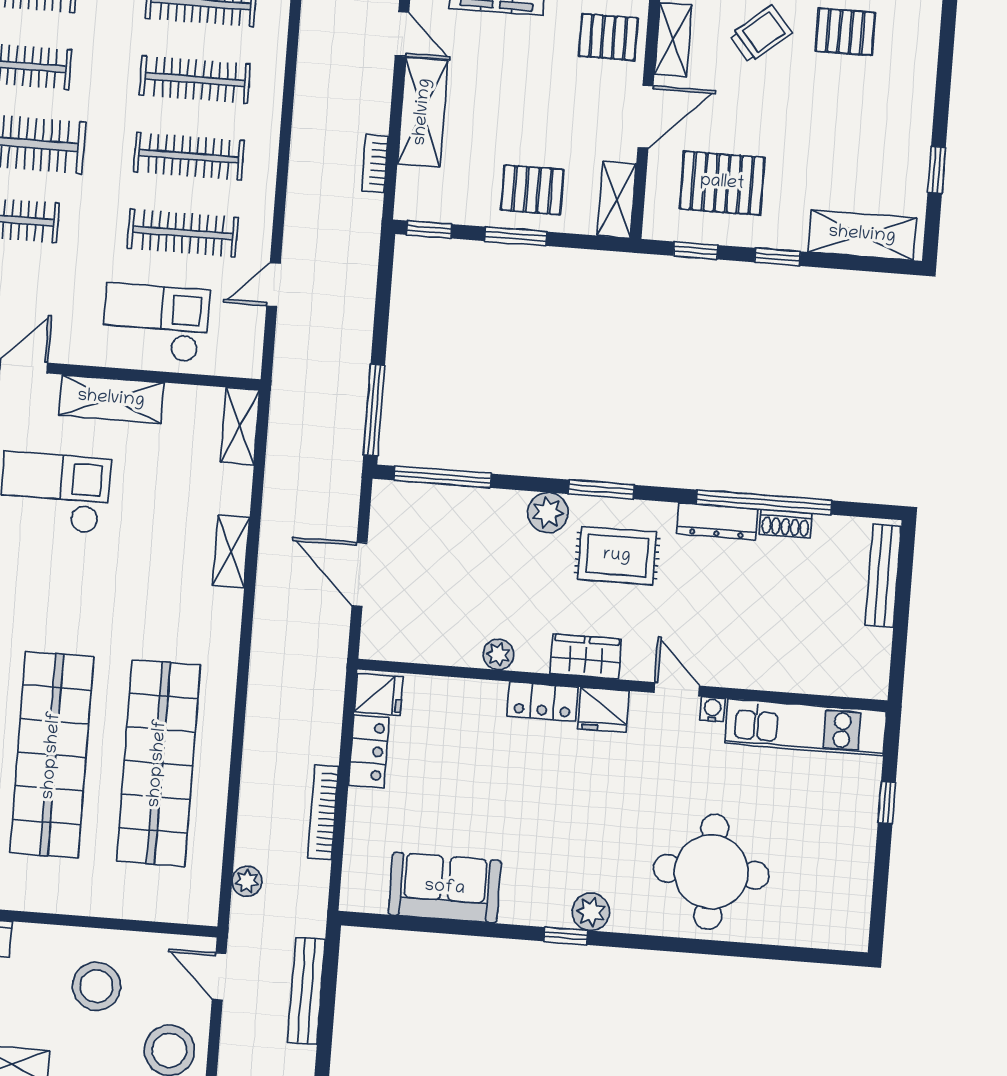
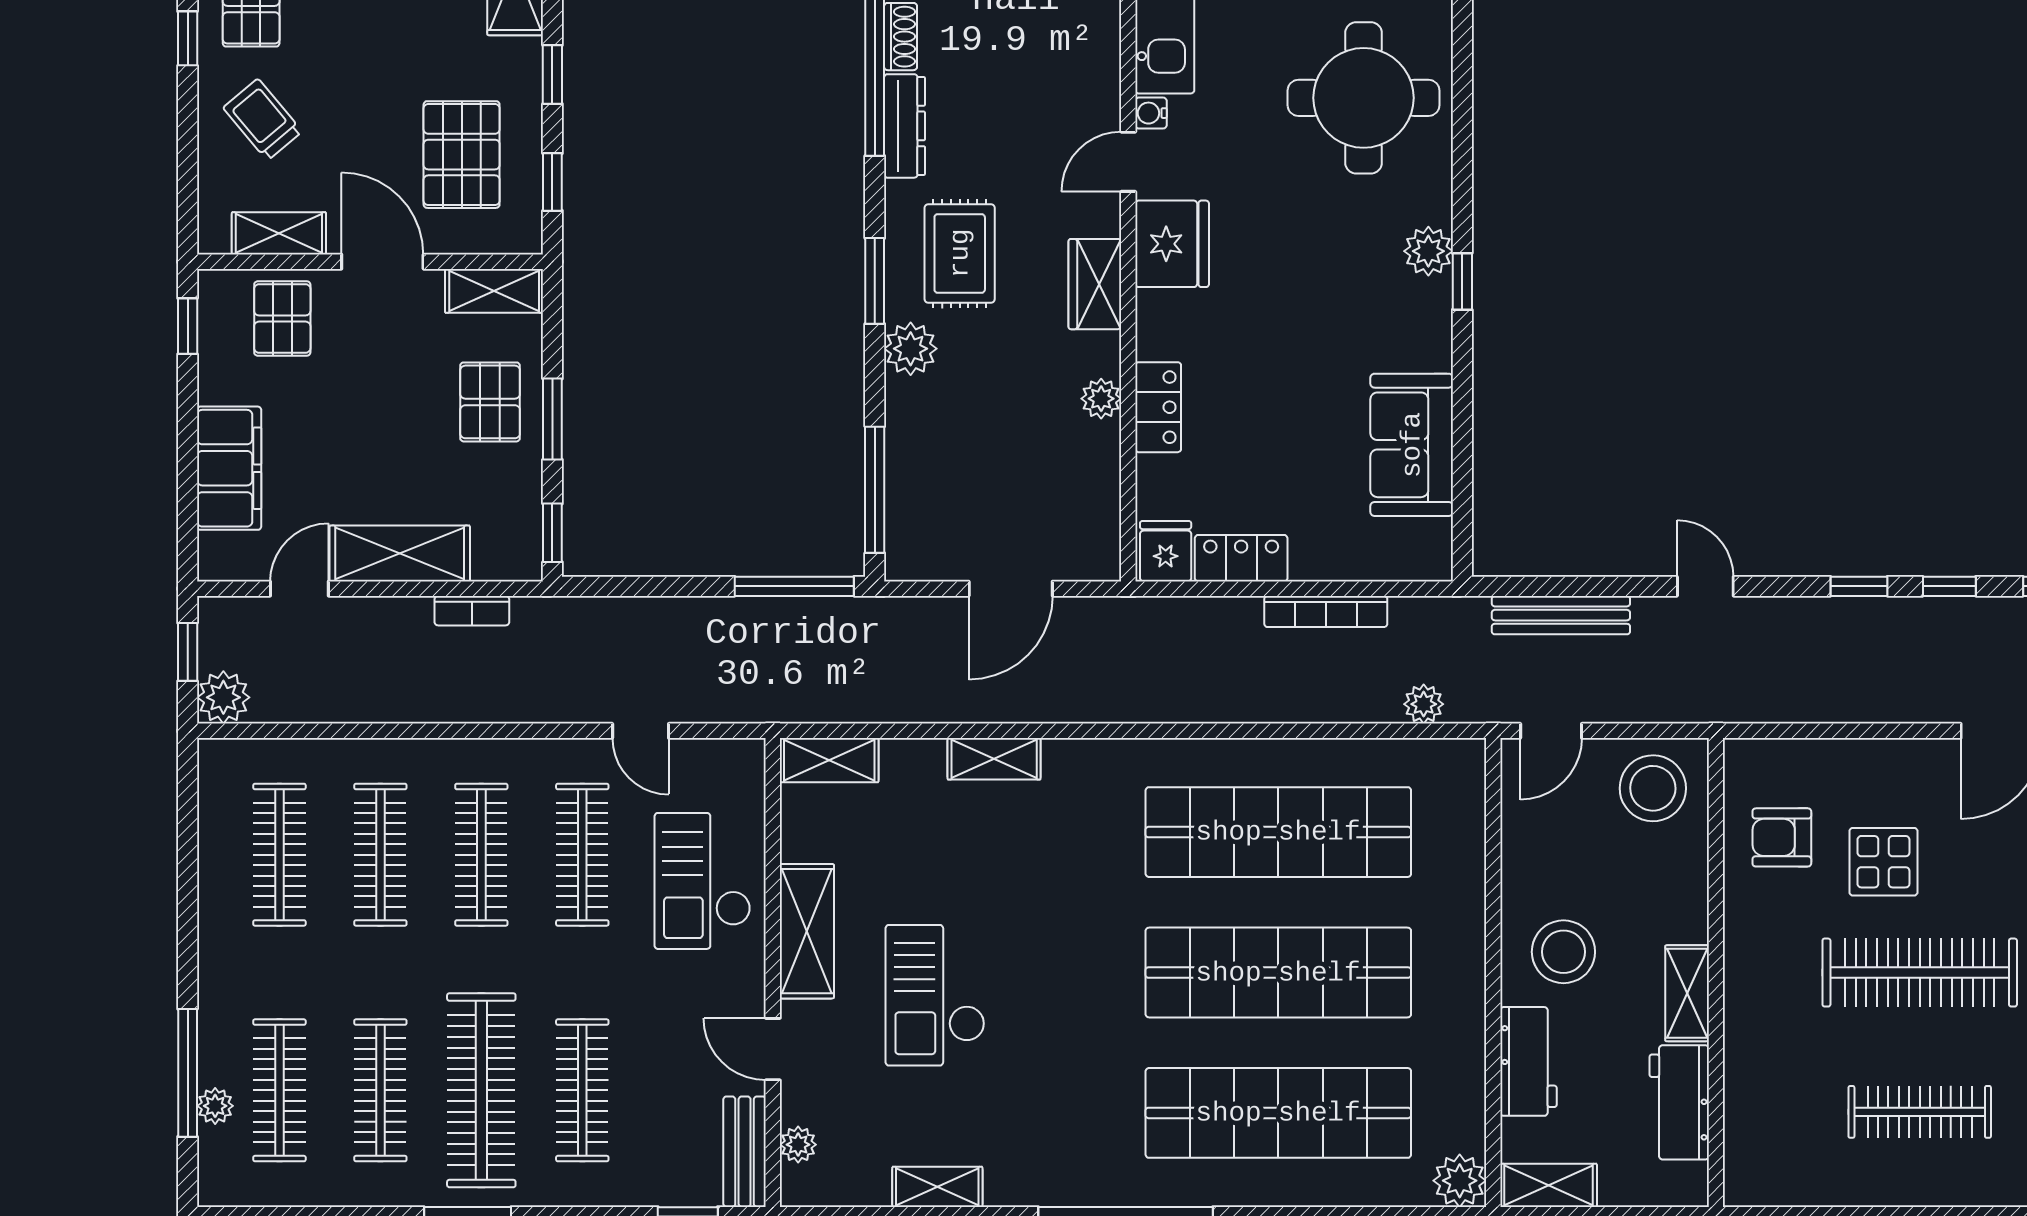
locker: (542, 702) -> (1158, 407), moved
fridge: (604, 710) -> (1172, 244), width x1.36, depth x1.34
stool: (96, 986) -> (1563, 952), moved

